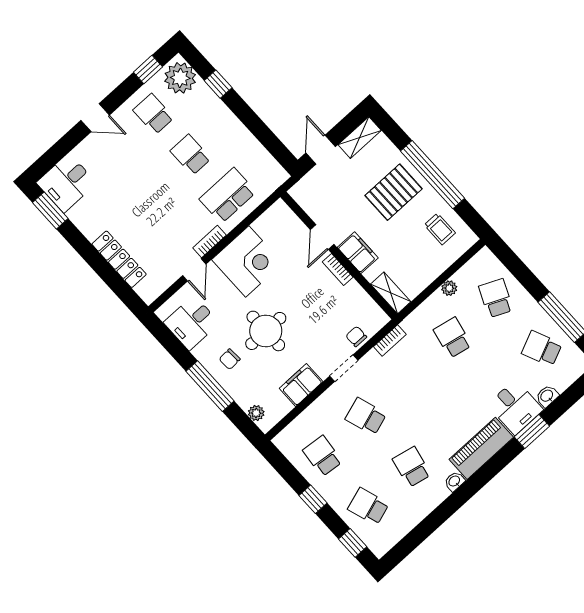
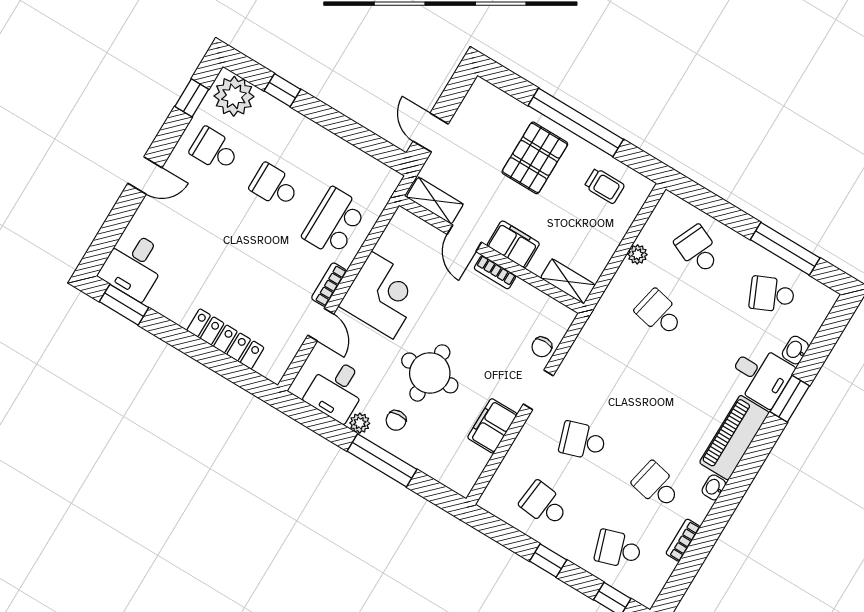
shelving: (360, 138) -> (435, 201), moved, turned 90
chair: (356, 336) -> (542, 347), turned -90
bookcase: (390, 341) -> (683, 540), moved, turned 180
plant: (256, 413) -> (360, 423), moved

